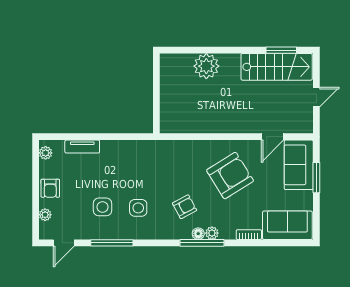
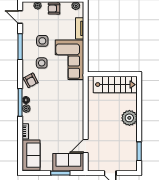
plant: (206, 66) -> (129, 118), moved
stairs: (277, 67) -> (115, 85), moved, turned -90
door: (272, 137) -> (86, 146), hinge flipped
corner sofa: (133, 163) -> (69, 60), added
armchair: (230, 176) -> (62, 120), removed
armchair: (185, 207) -> (31, 80), moved

